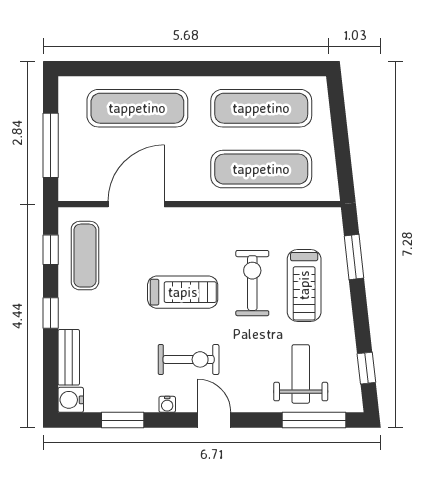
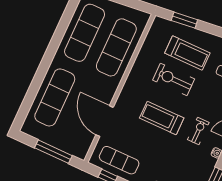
treadmill: (183, 292) -> (162, 118), turned -90
exercise bike: (189, 359) -> (198, 131), width x0.73, depth x0.72

